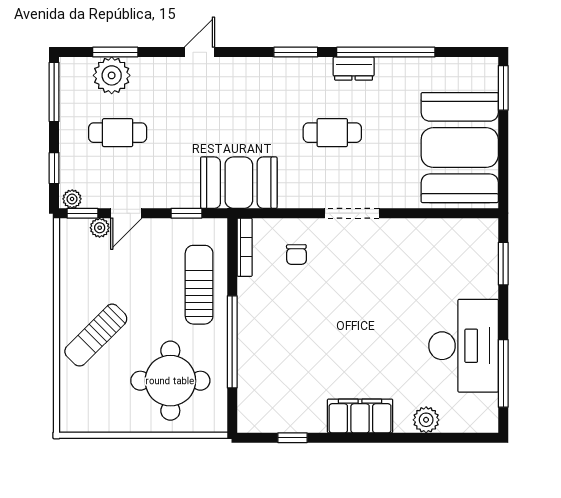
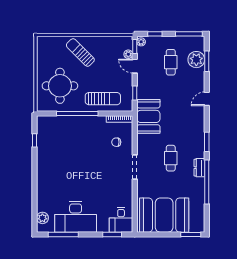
door: (199, 52) -> (207, 99), swing flipped
desk: (470, 244) -> (121, 220), added
filing cabinet: (360, 416) -> (44, 171), removed
plant: (426, 420) -> (42, 218), moved

